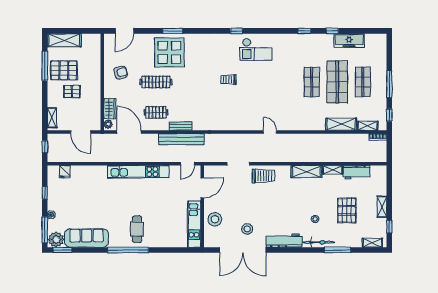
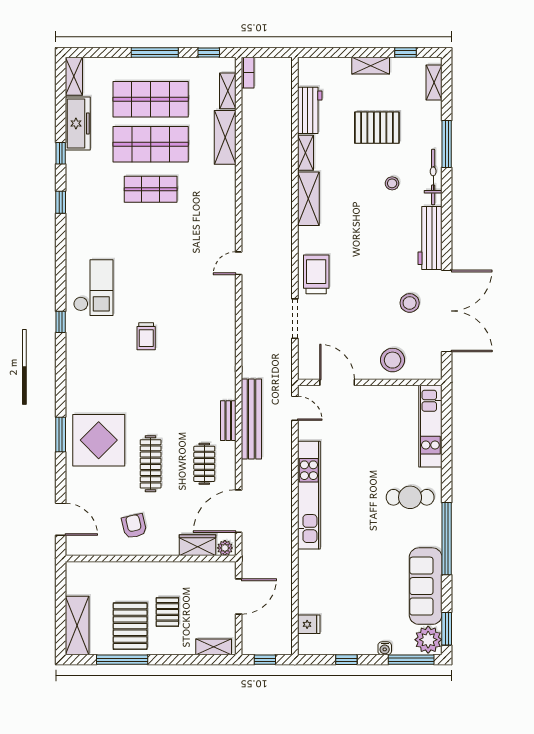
shelving: (376, 38) -> (74, 76), added
shop shelf: (363, 82) -> (151, 99), width x1.43, depth x1.36
kitchen unit: (194, 224) -> (430, 426), moved, turned 90
window: (128, 250) -> (447, 539), moved

